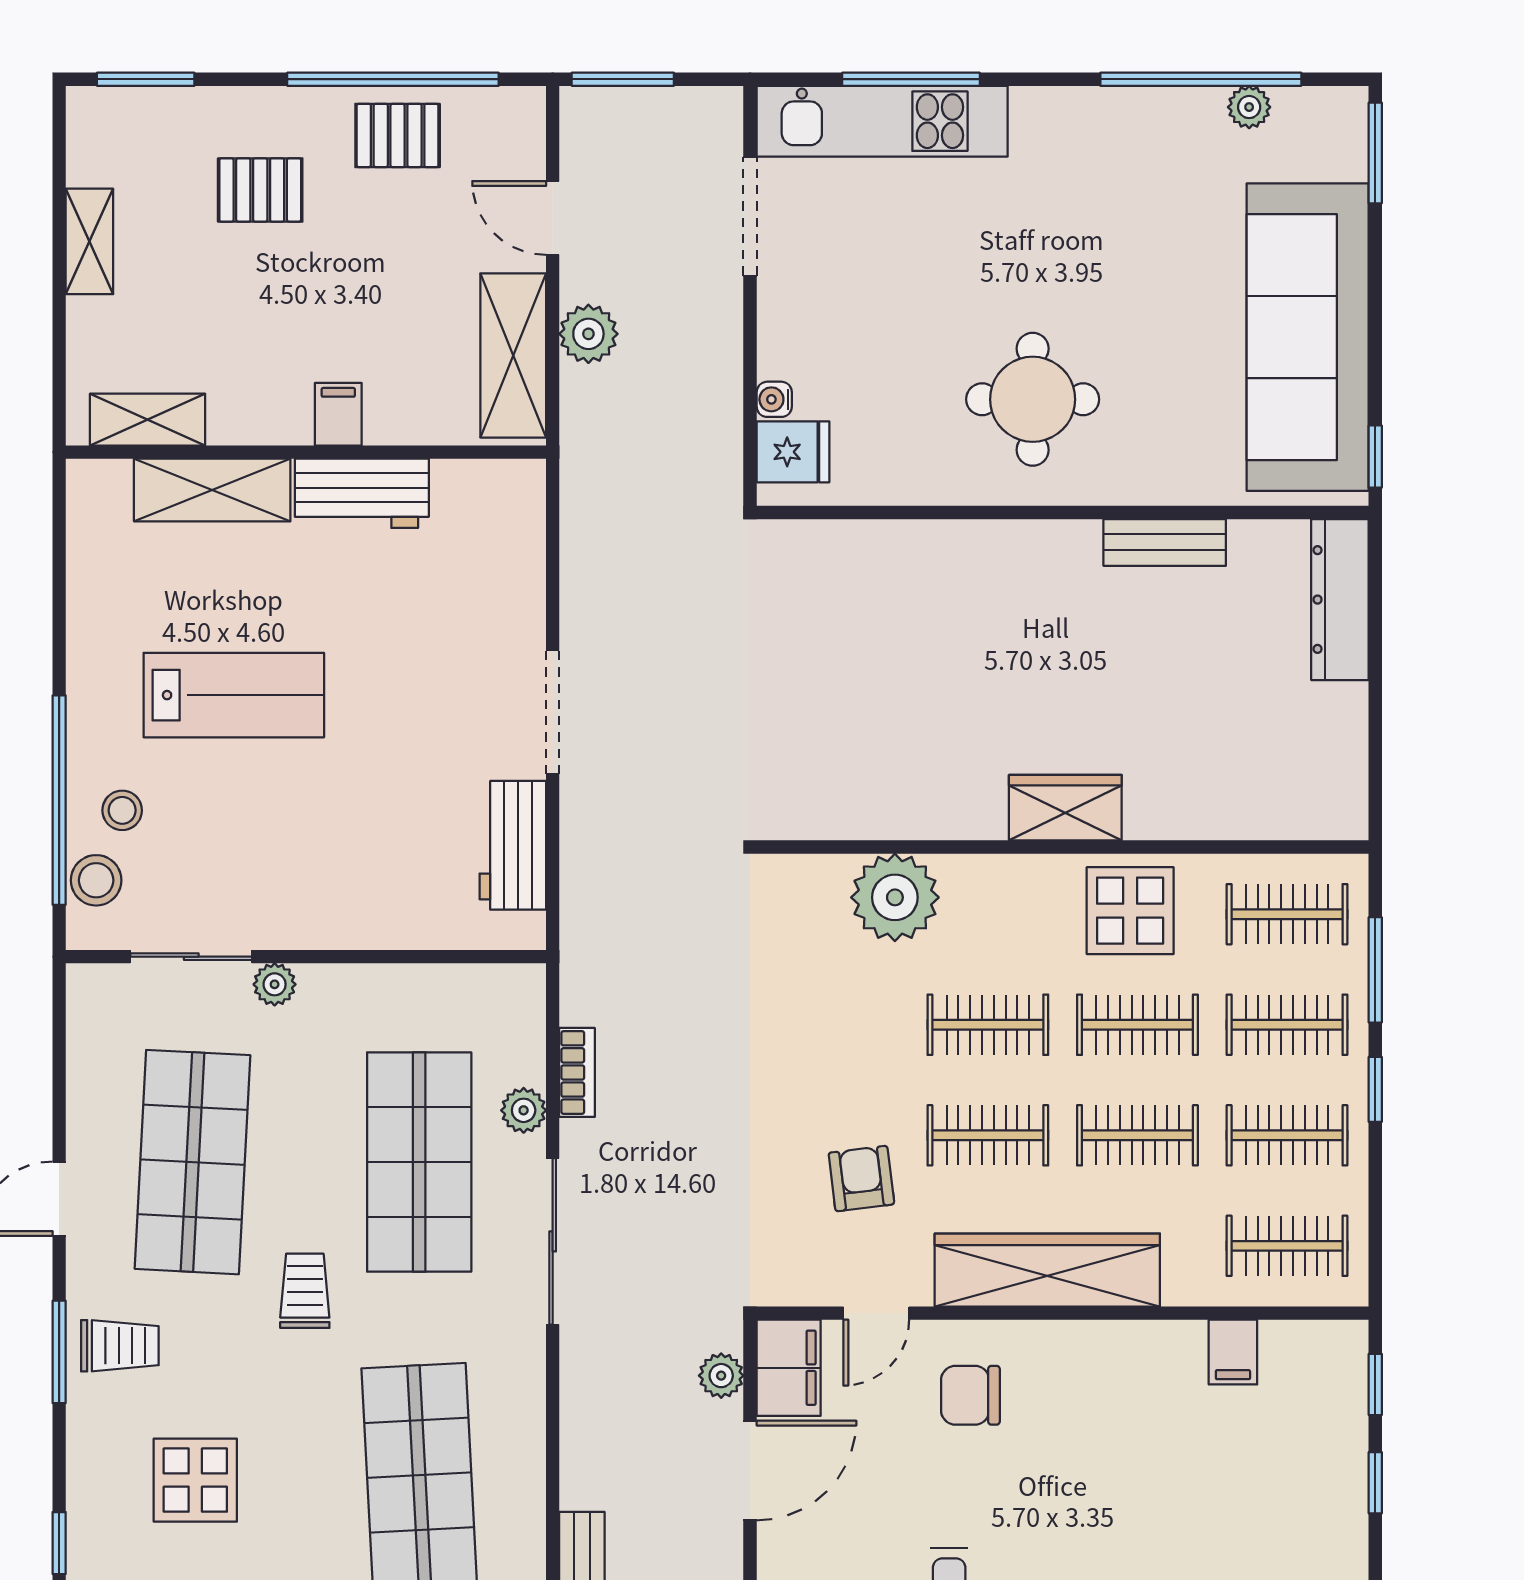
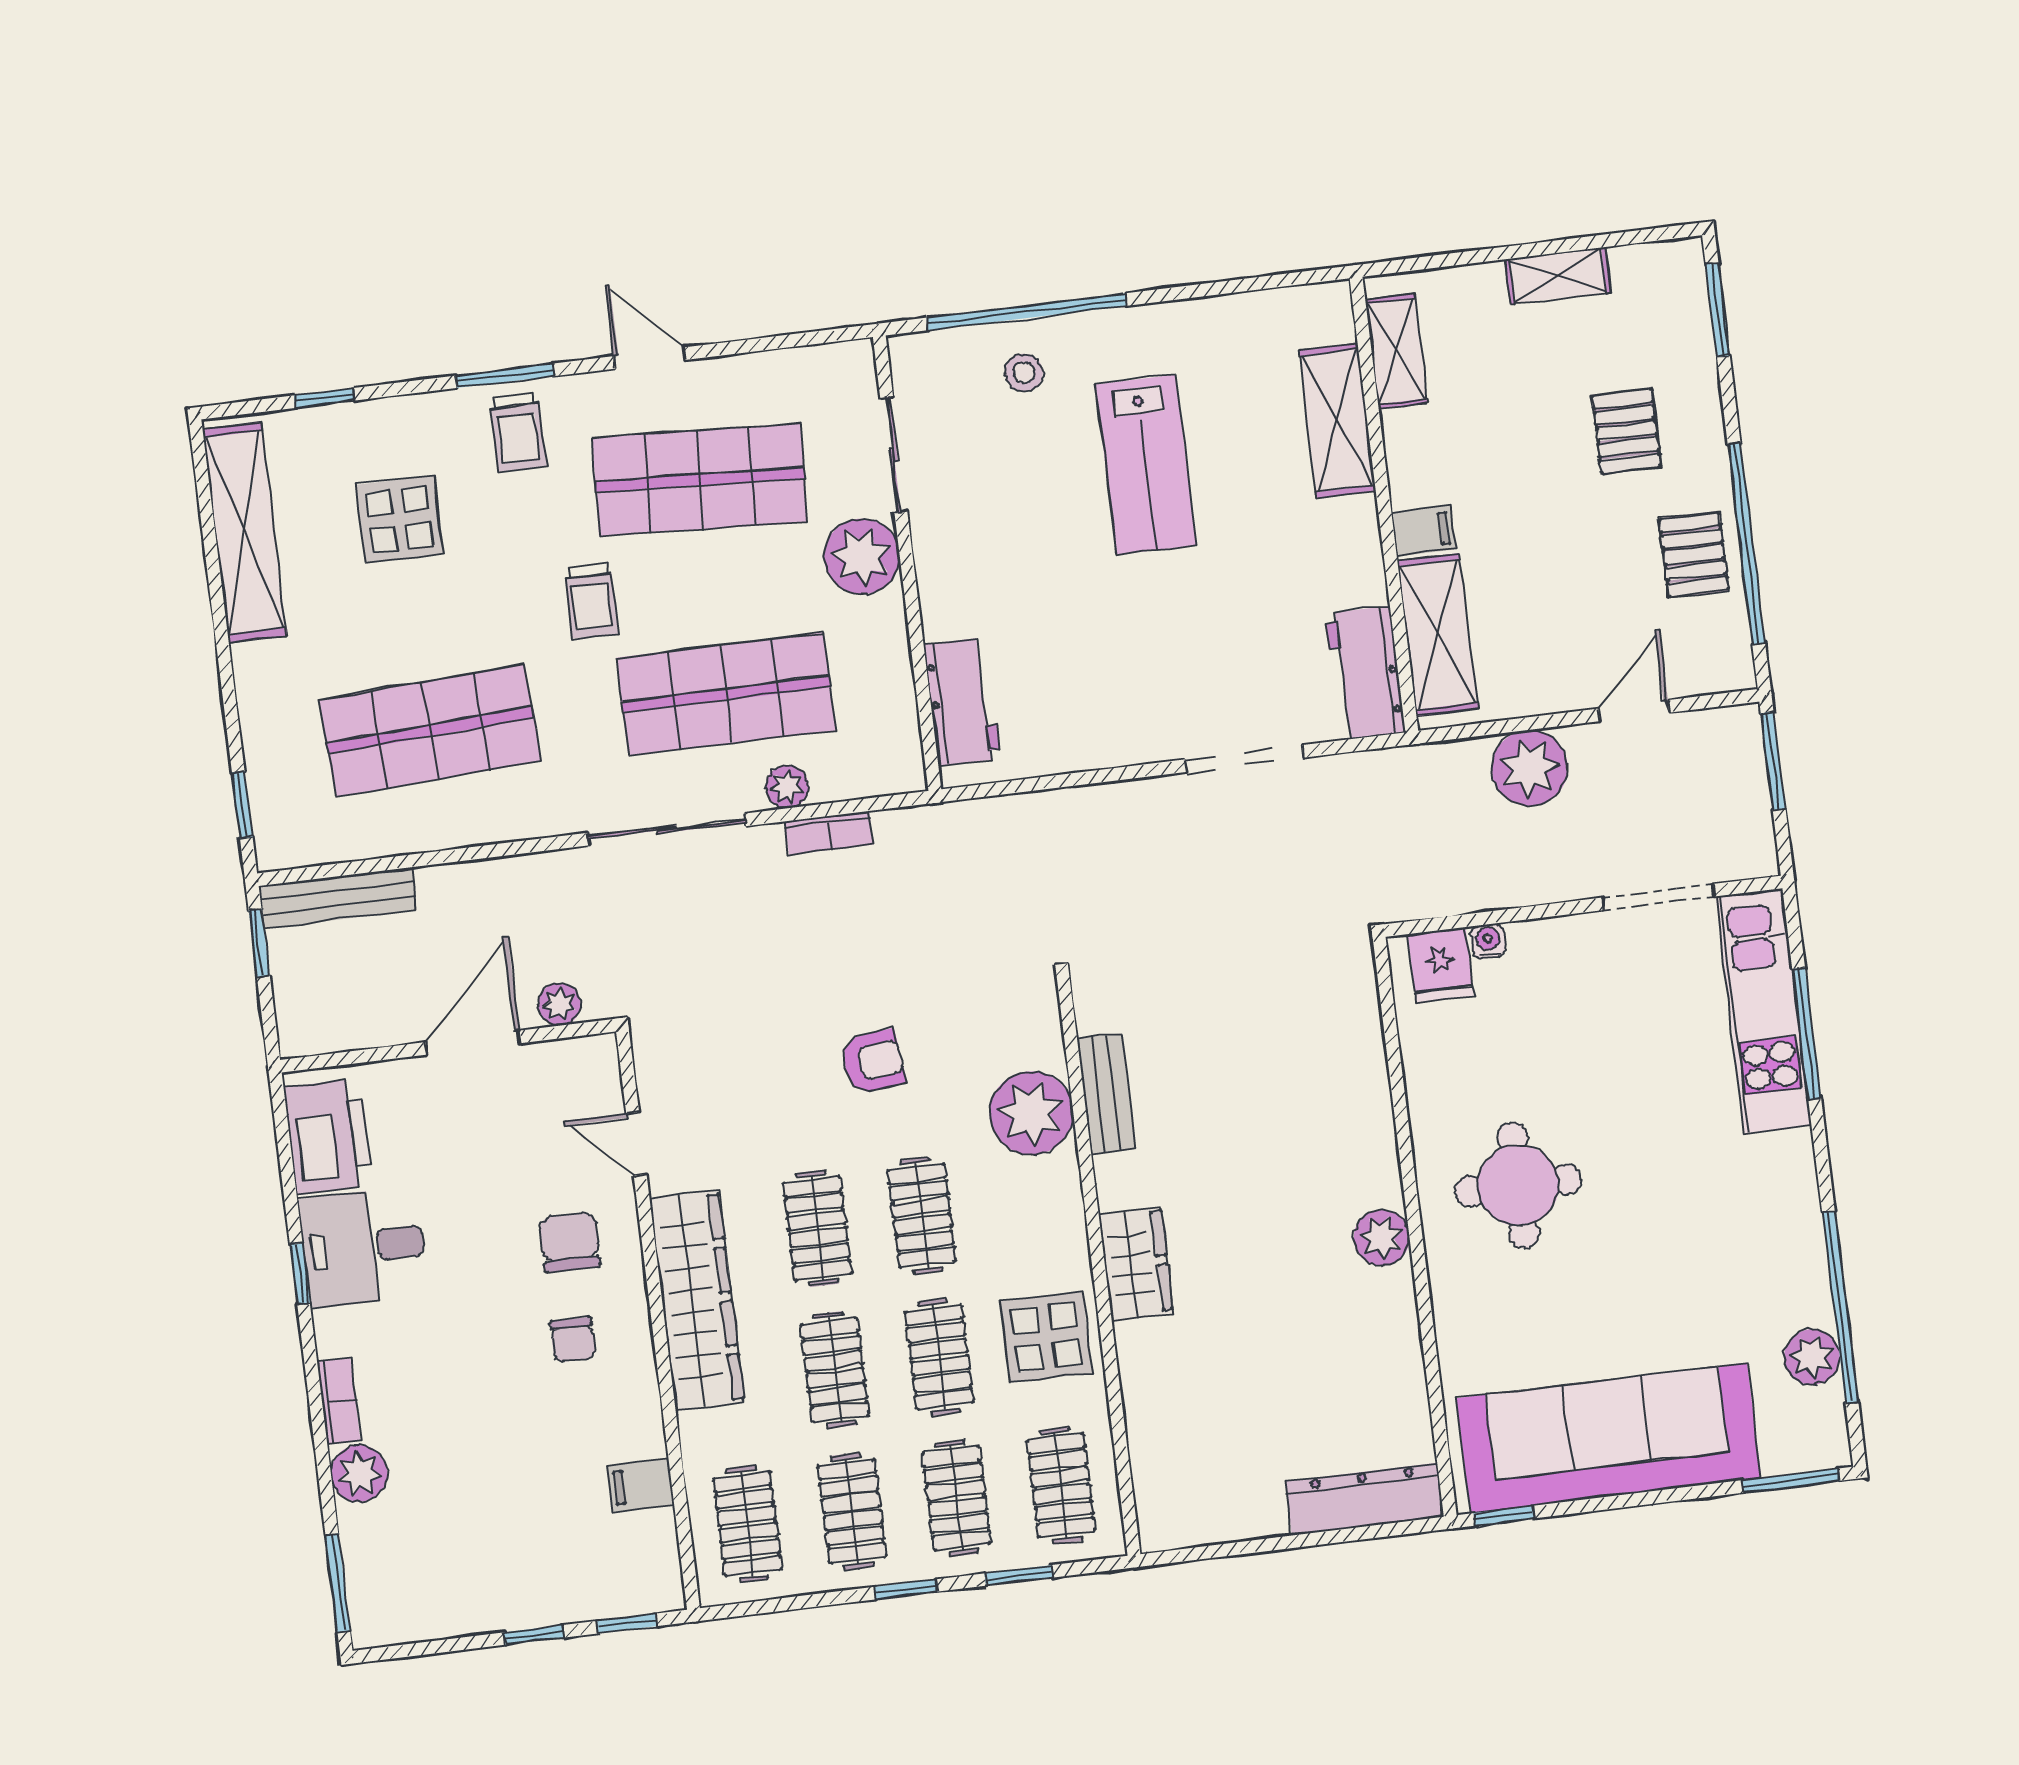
plant: (1249, 107) -> (1812, 1357), width x1.38, depth x1.38
plant: (588, 334) -> (1530, 768), width x1.36, depth x1.36
shelving: (513, 355) -> (1438, 635), moved, turned 90
workbench: (362, 493) -> (1365, 673), moved
bench: (1165, 542) -> (1106, 1094), moved
plant: (1070, 548) -> (1382, 1238), added
doorway: (553, 712) -> (1244, 759), moved
workbench: (513, 845) -> (962, 702), moved, turned 90
stool: (96, 880) -> (955, 356), removed
window: (1375, 970) -> (1019, 1575), width x0.67
plant: (275, 984) -> (862, 556), width x1.88, depth x1.88
armchair: (861, 1179) -> (873, 1062), moved
trolley: (305, 1291) -> (591, 601), turned 91
filing cabinet: (789, 1368) -> (575, 1067), removed
chair: (1072, 1404) -> (573, 1340), added
door: (750, 1470) -> (473, 1043), swing flipped

